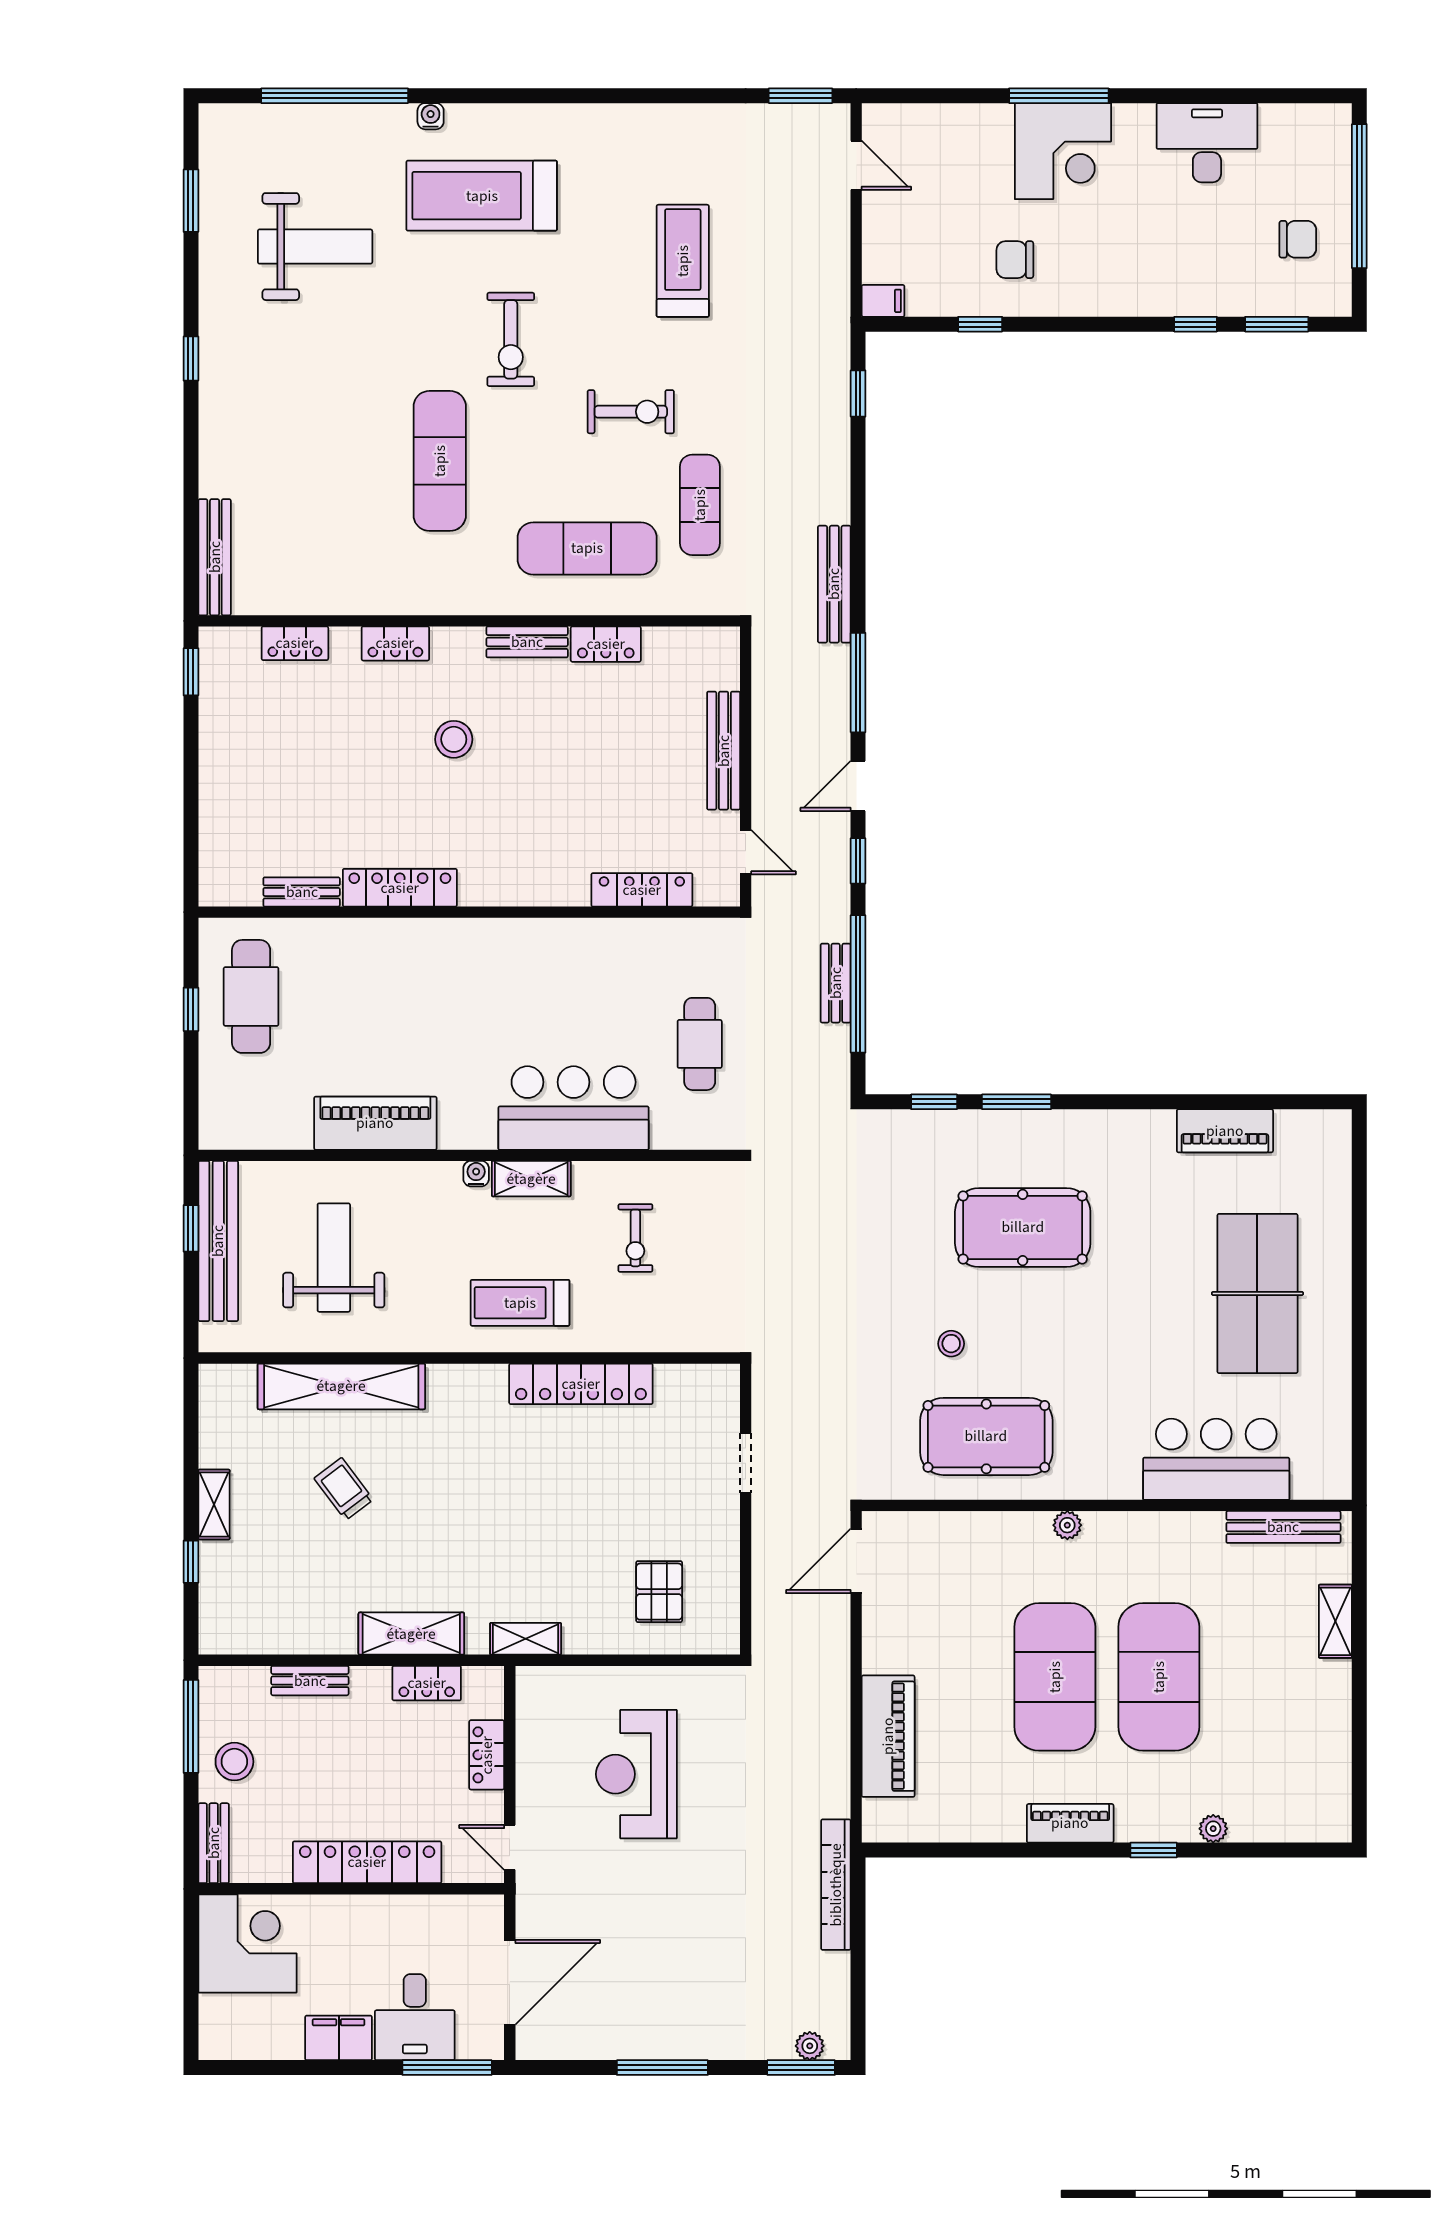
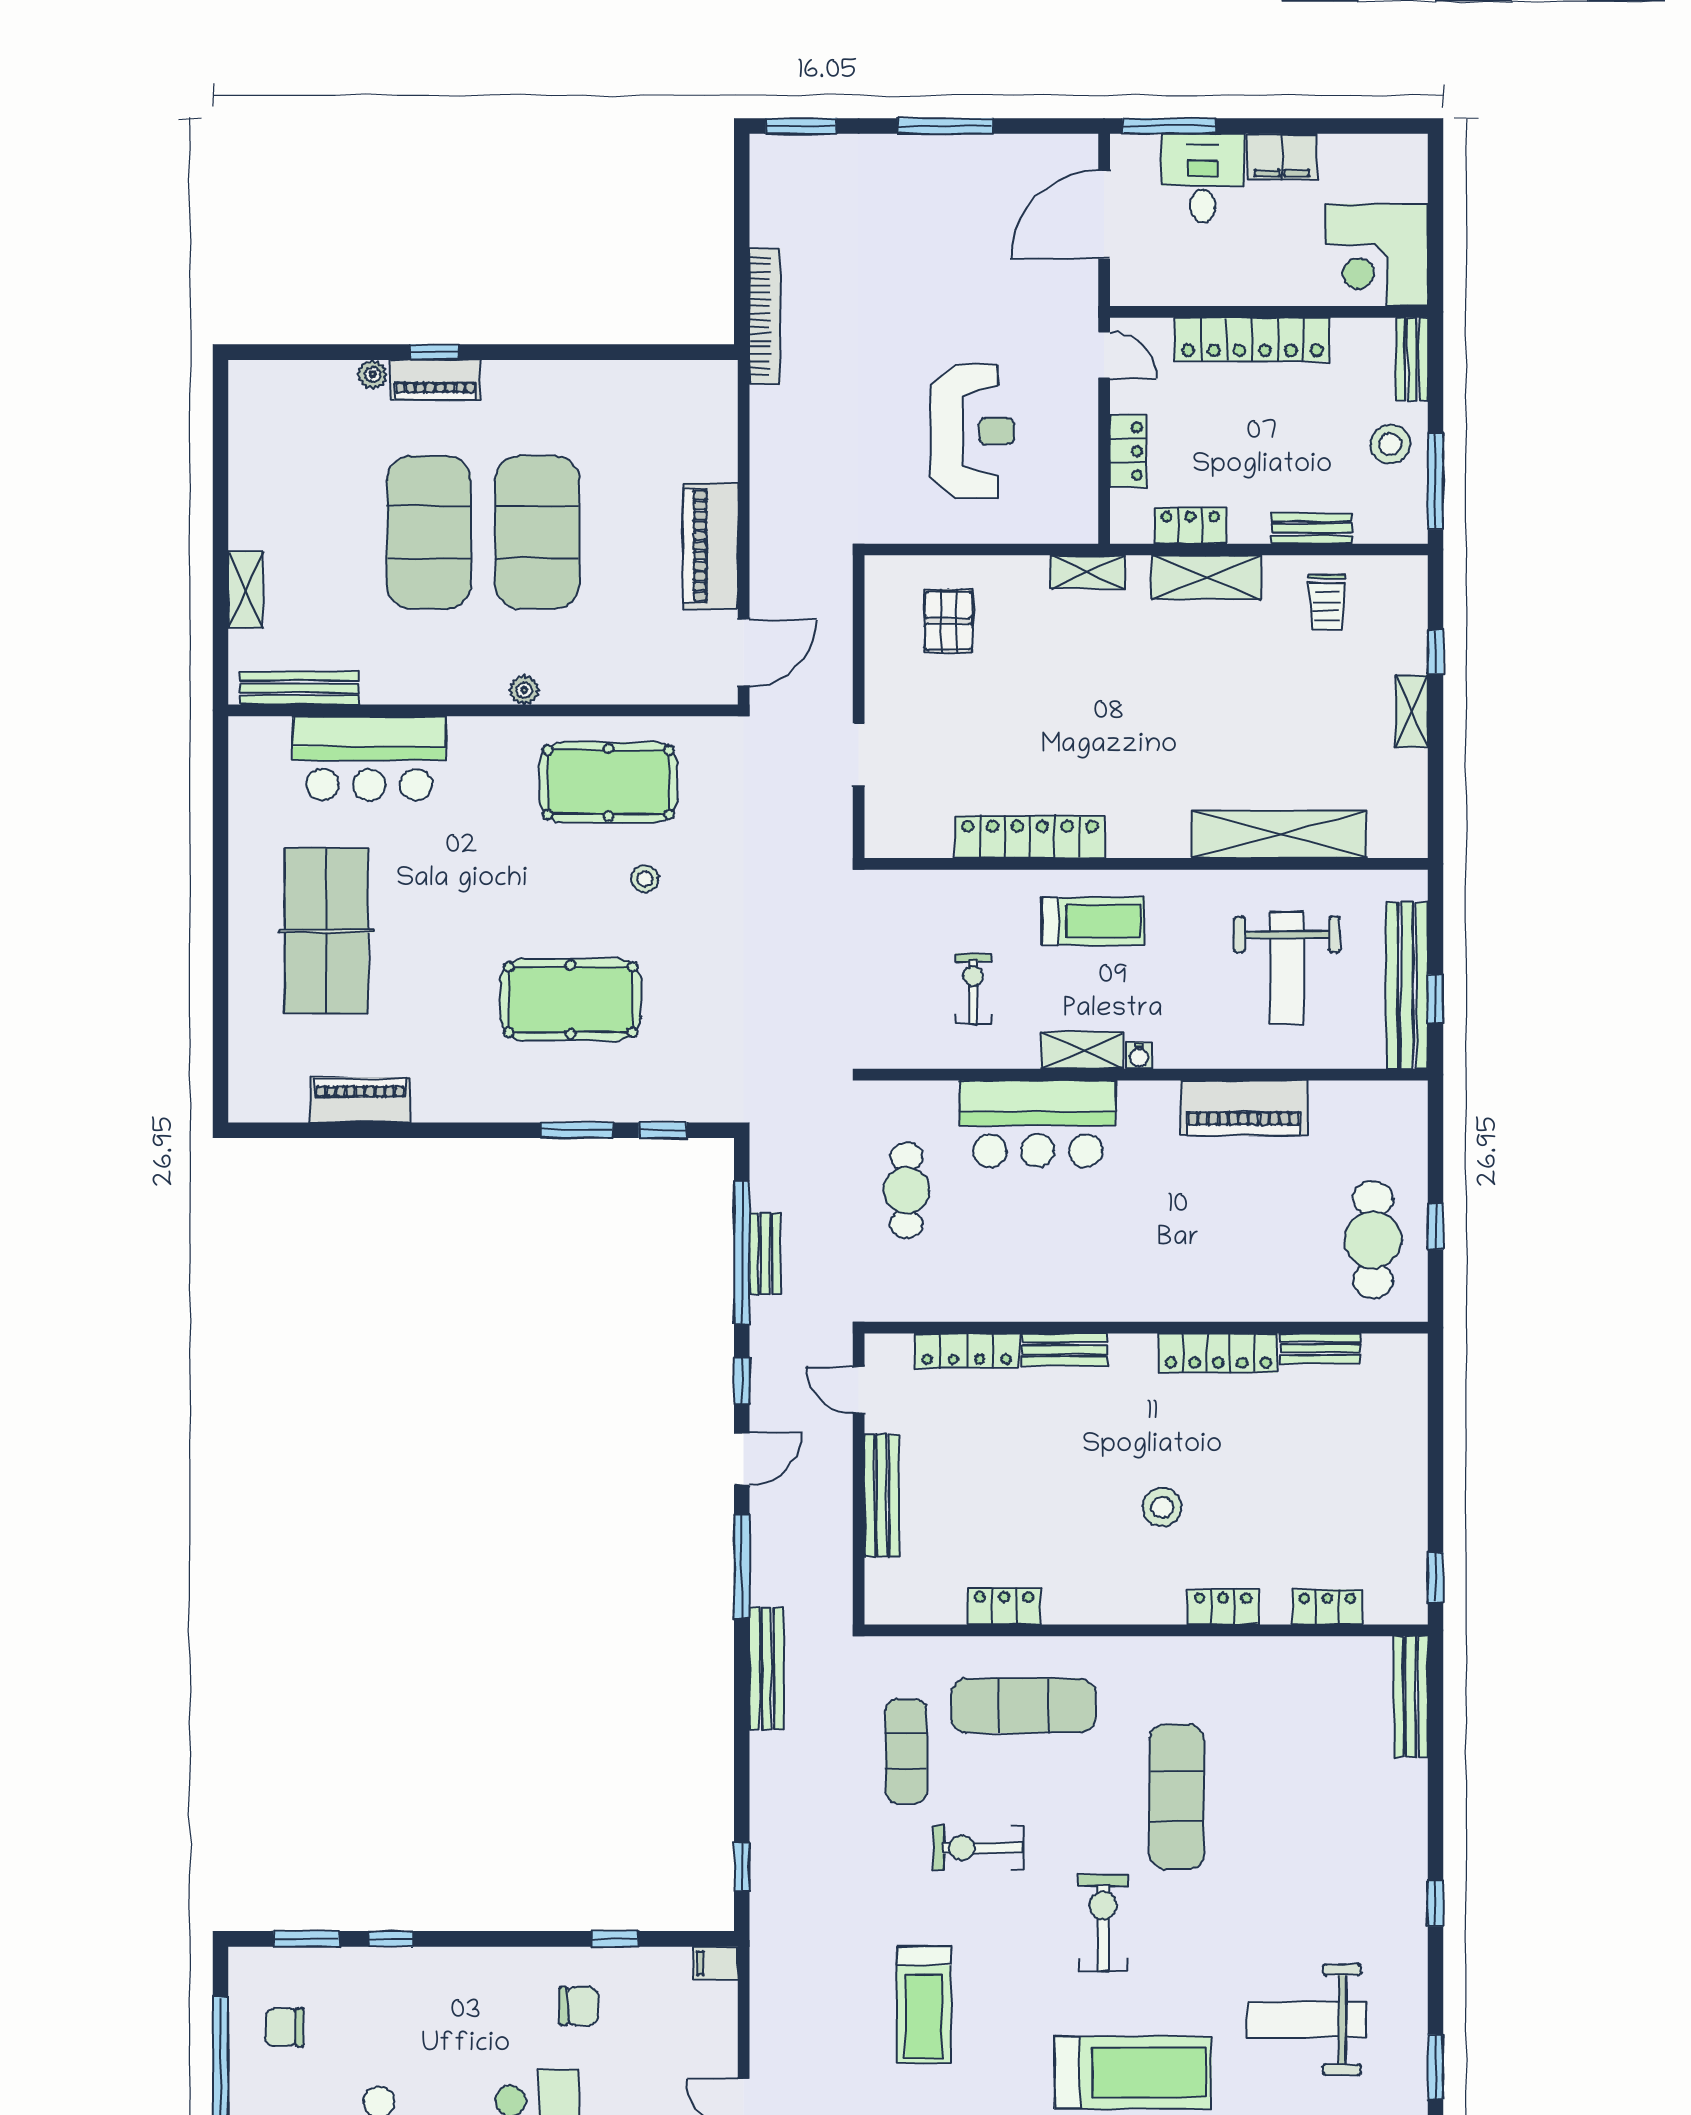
bench: (527, 642) -> (1065, 1349), moved
trolley: (344, 1489) -> (1327, 602), moved, turned 37
piano: (888, 1736) -> (711, 546), moved
piano: (1070, 1823) -> (435, 380), moved
plant: (810, 2046) -> (792, 148), removed

